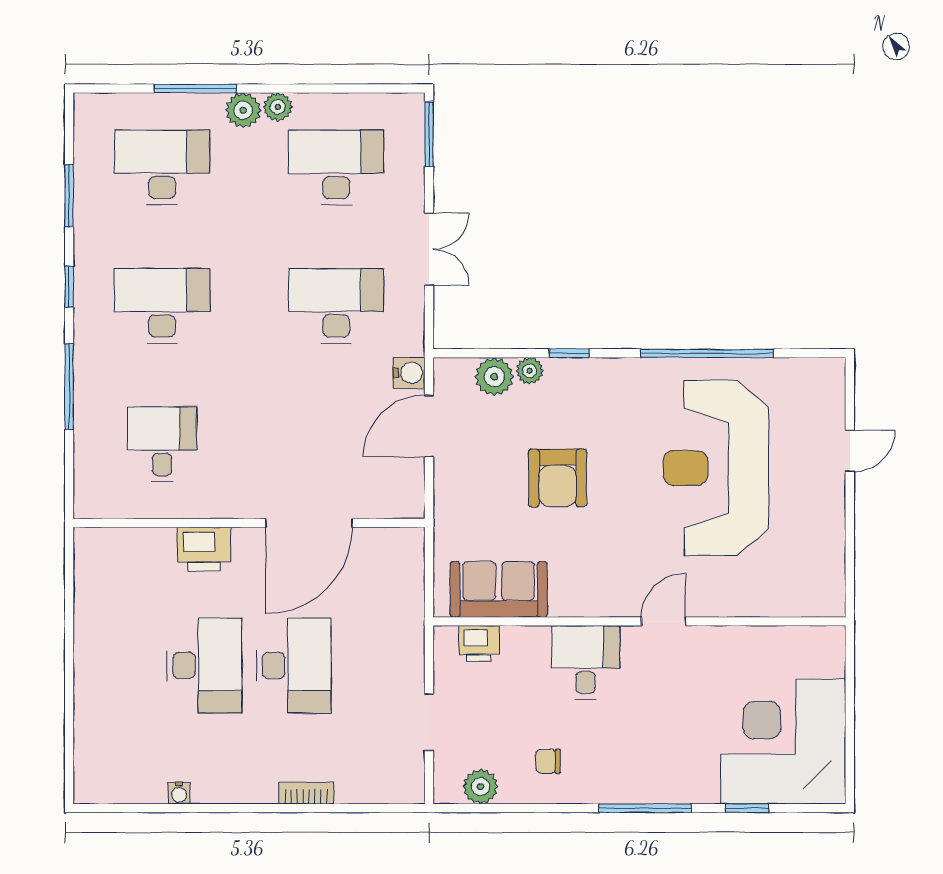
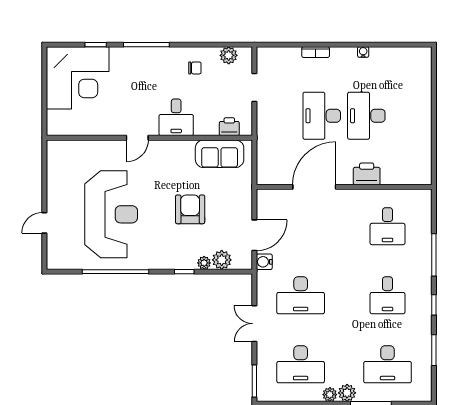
desk: (162, 306) -> (388, 295), width x0.73
water cooler: (179, 793) -> (363, 52), moved

